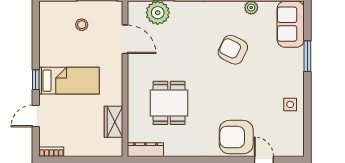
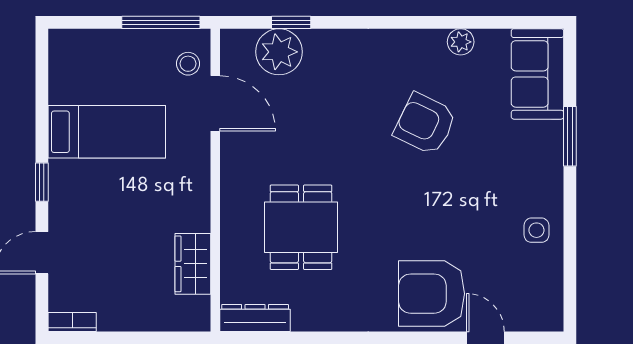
stool: (82, 25) -> (188, 64), moved
bed: (69, 81) -> (107, 132), moved

